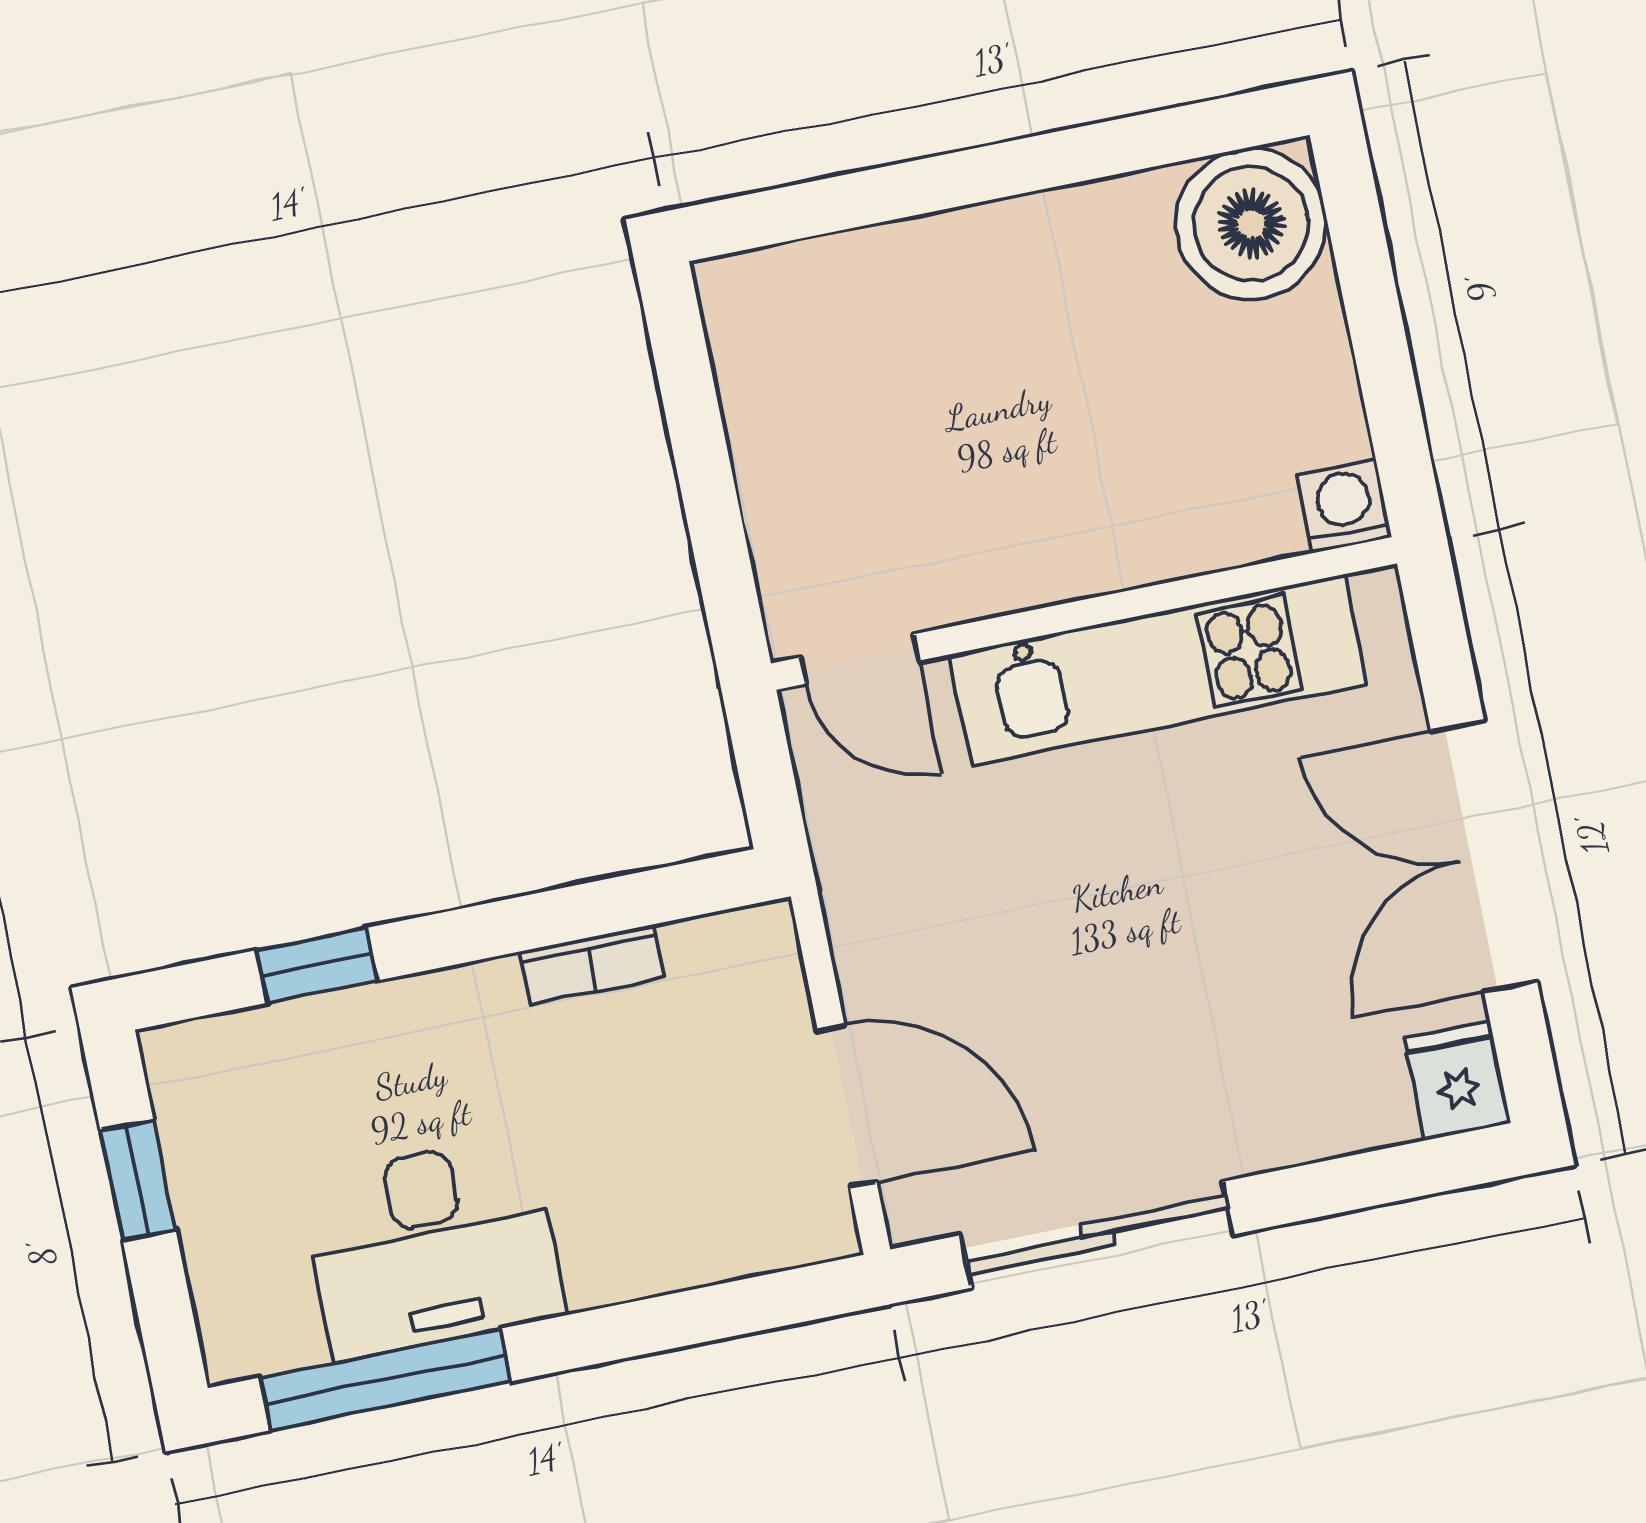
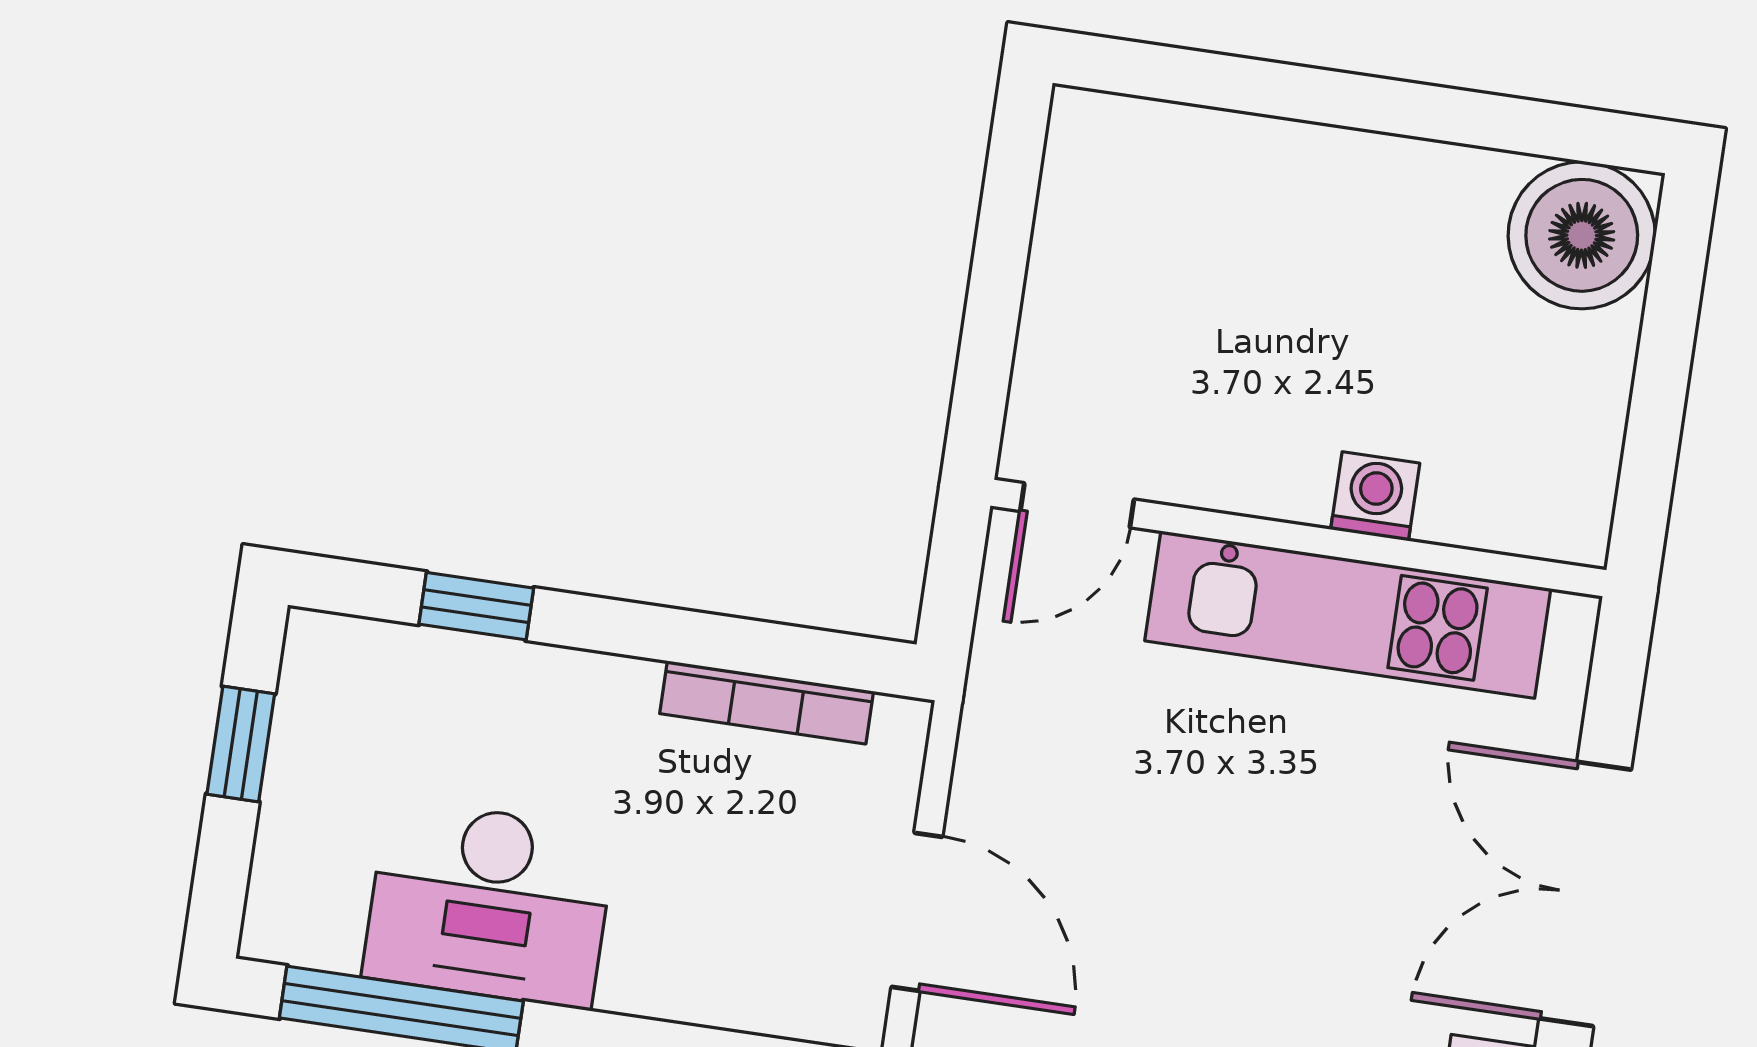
washing machine: (1344, 506) -> (1375, 496), moved
door: (860, 659) -> (1077, 505), hinge flipped
bookcase: (592, 965) -> (767, 702), width x1.56

